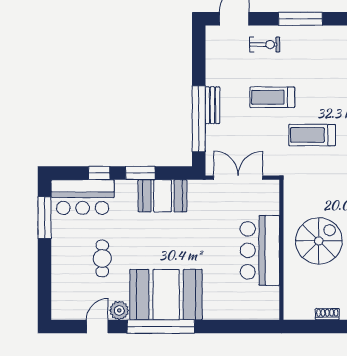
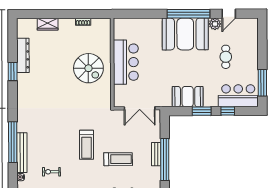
window: (199, 119) -> (165, 160), moved
treadmill: (312, 135) -> (86, 145), moved, turned 90
spiral stairs: (319, 241) -> (88, 68), turned -90

